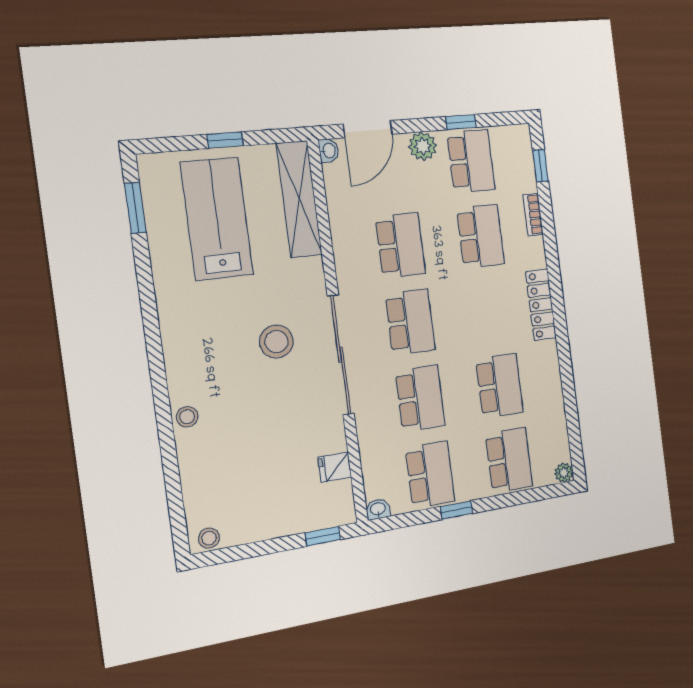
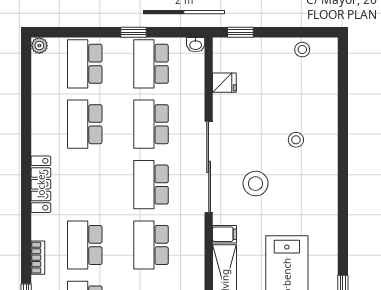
filing cabinet: (309, 270) -> (225, 234), added
stool: (187, 417) -> (296, 140), moved
stool: (209, 538) -> (302, 50), moved

